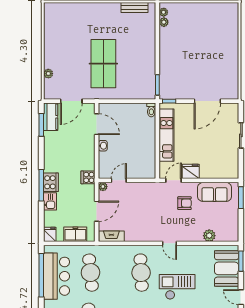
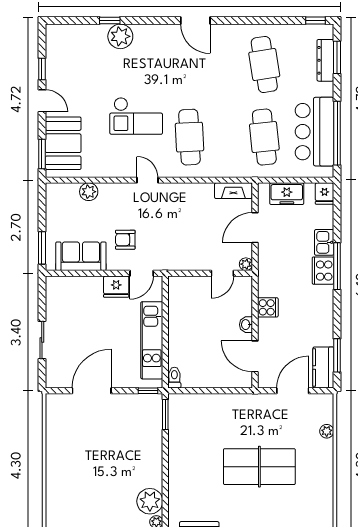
plant: (164, 22) -> (150, 501), width x1.88, depth x1.88
table tennis table: (103, 64) -> (259, 467), moved, turned 90
cooker: (88, 177) -> (268, 307), moved

